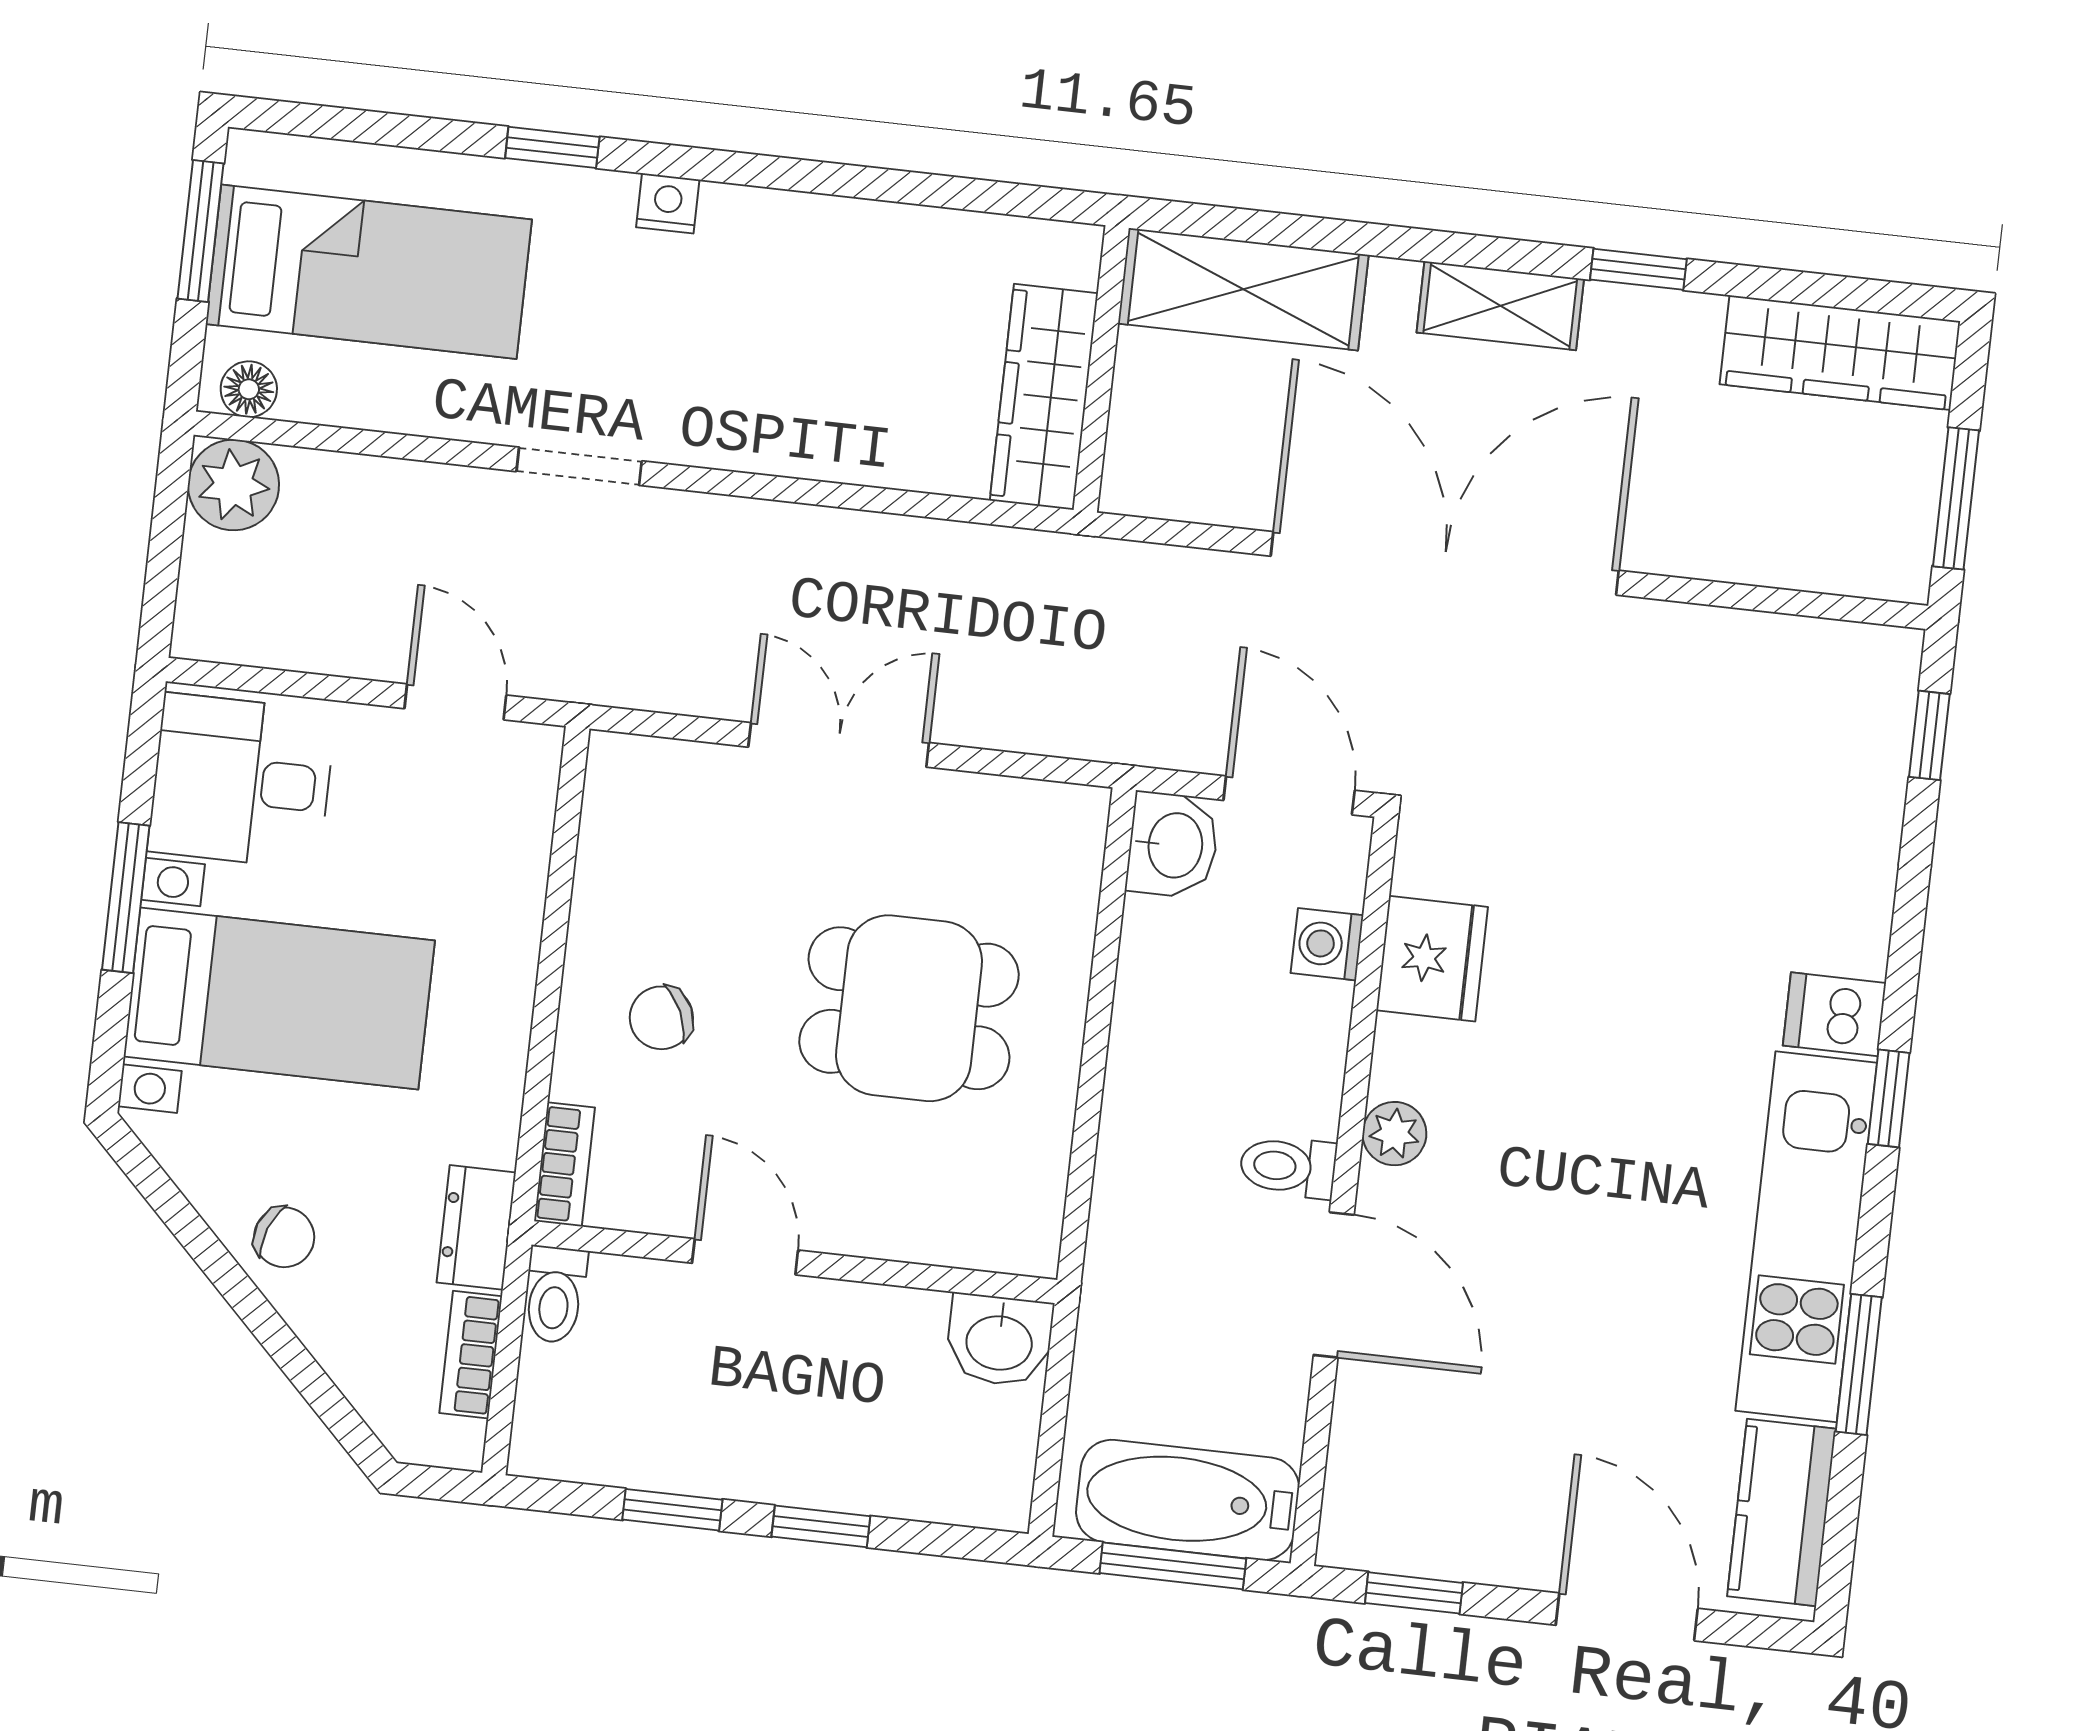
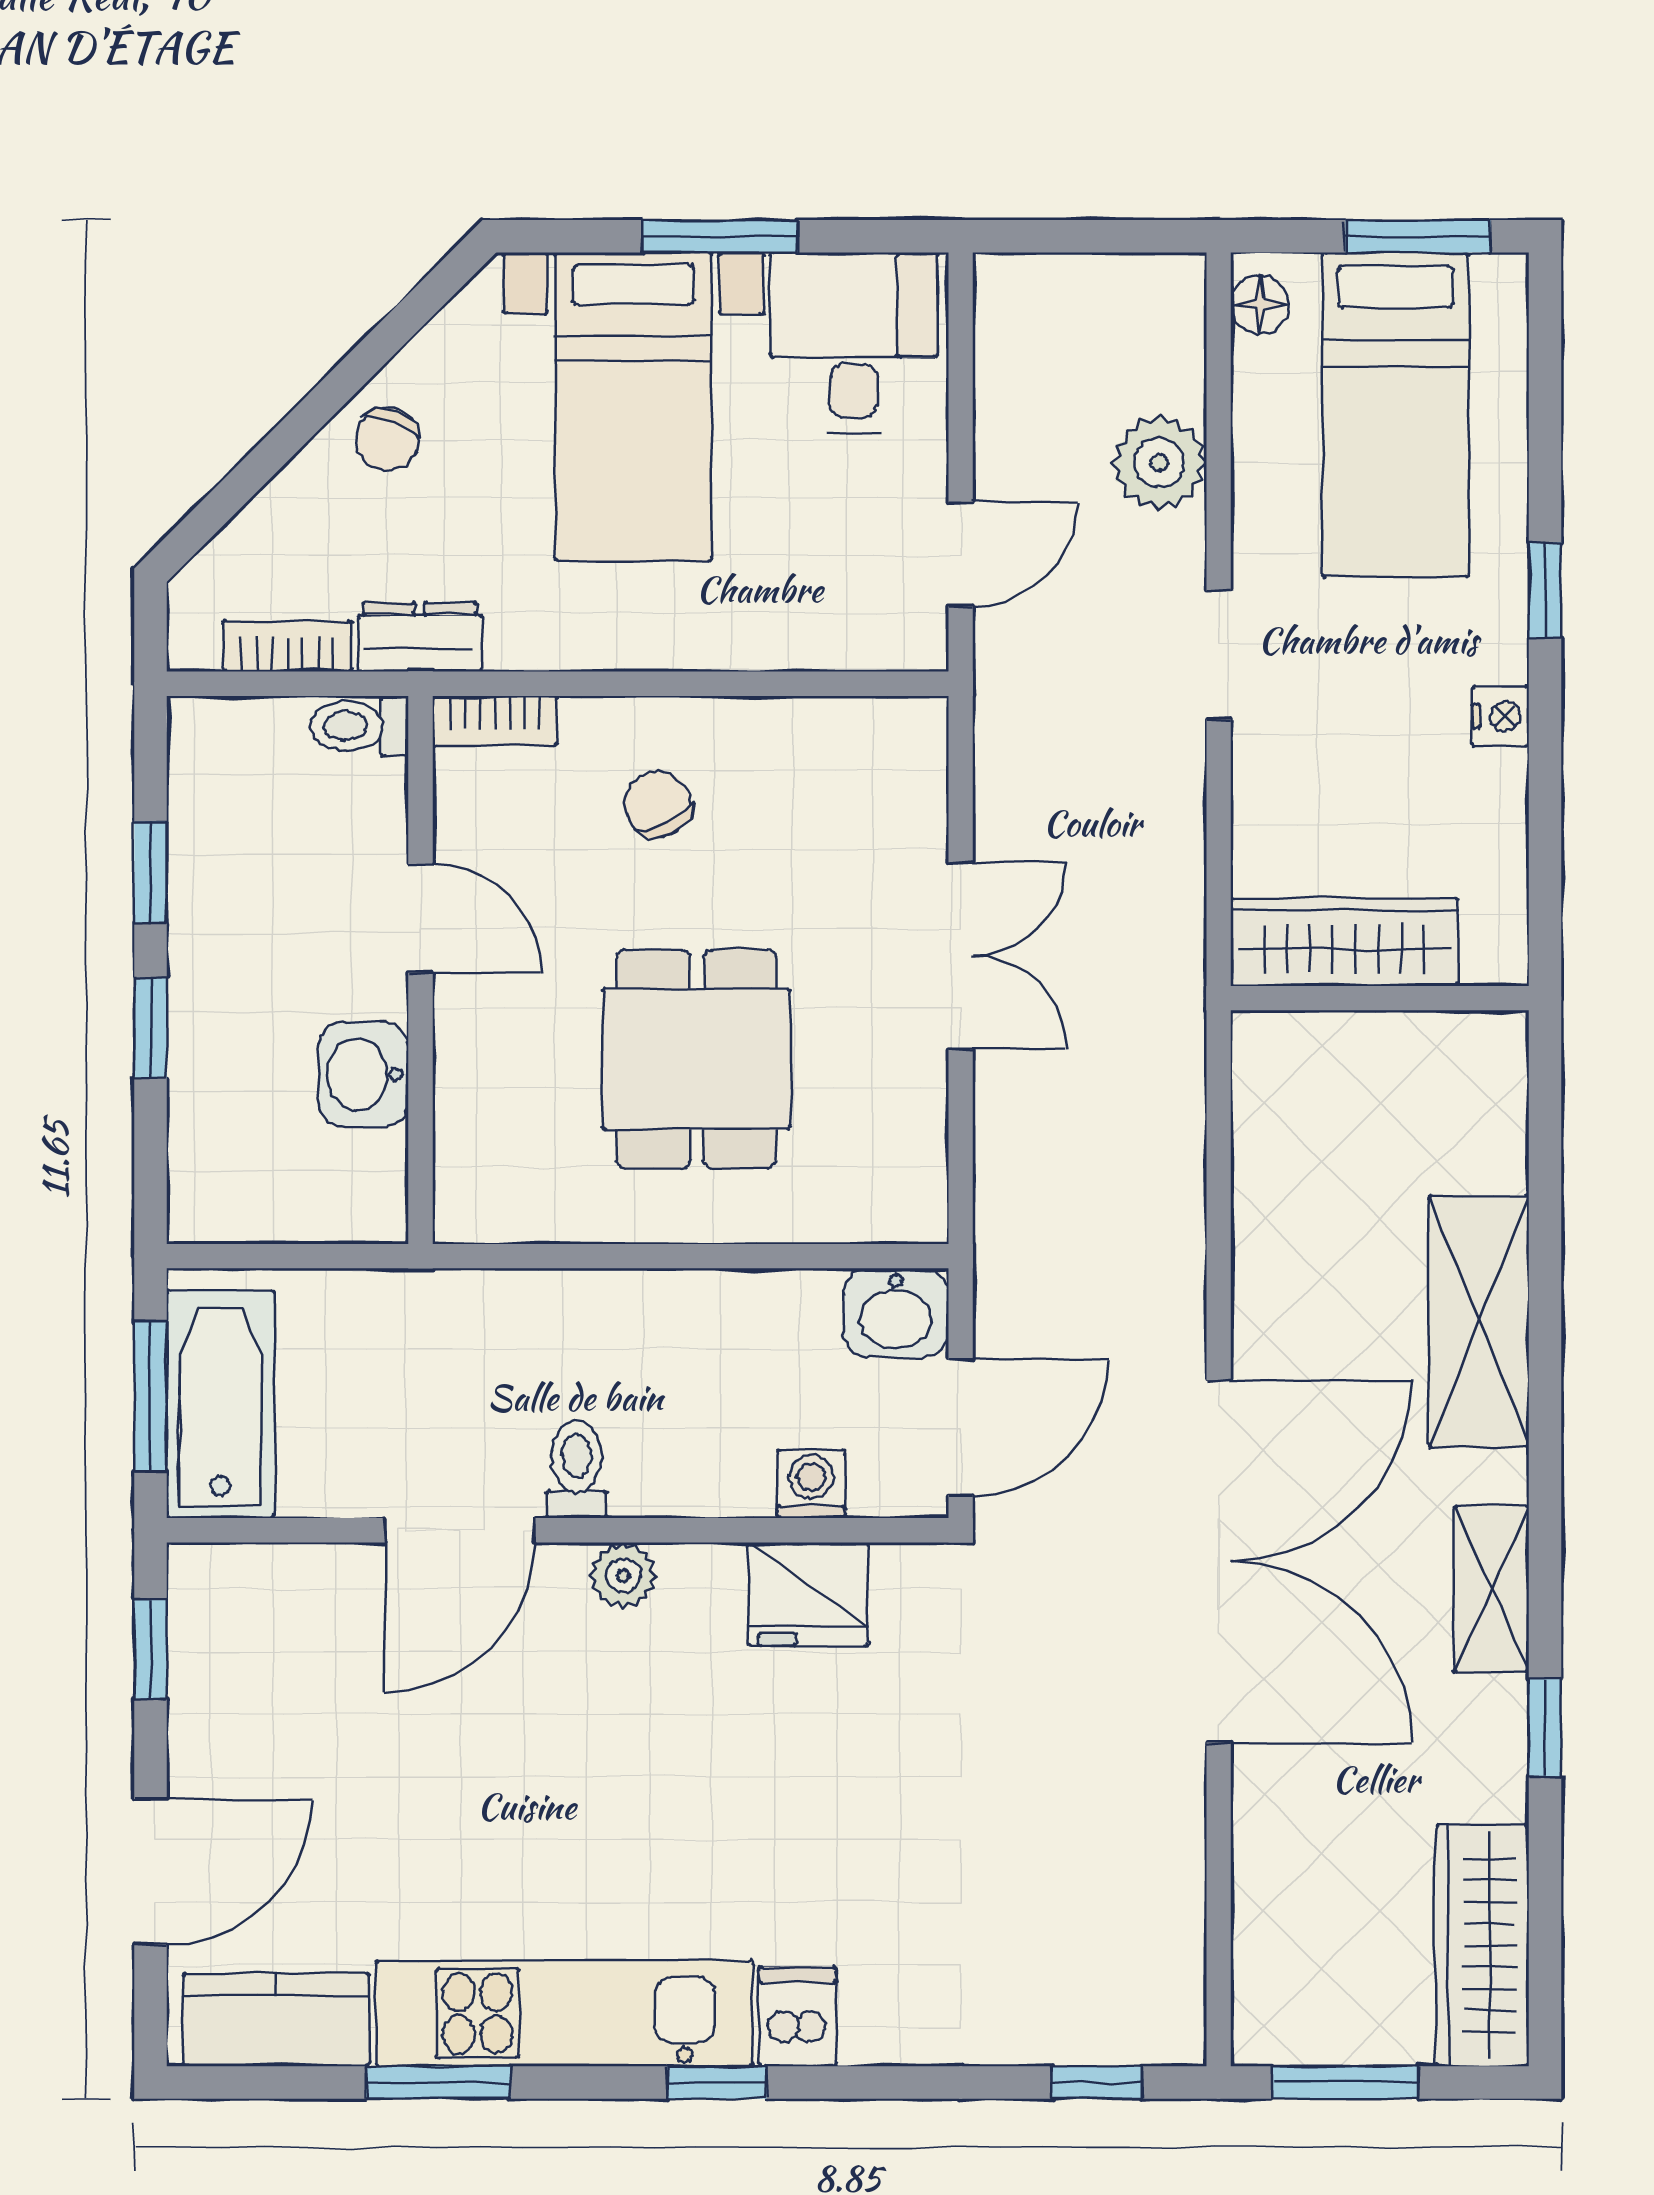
wall: (1101, 369) -> (1380, 998), moved
wardrobe: (1044, 397) -> (1344, 942), moved
plant: (233, 485) -> (1159, 463), moved
door: (745, 1257) -> (421, 918), hinge flipped
washbasin: (999, 1340) -> (363, 1074), moved

